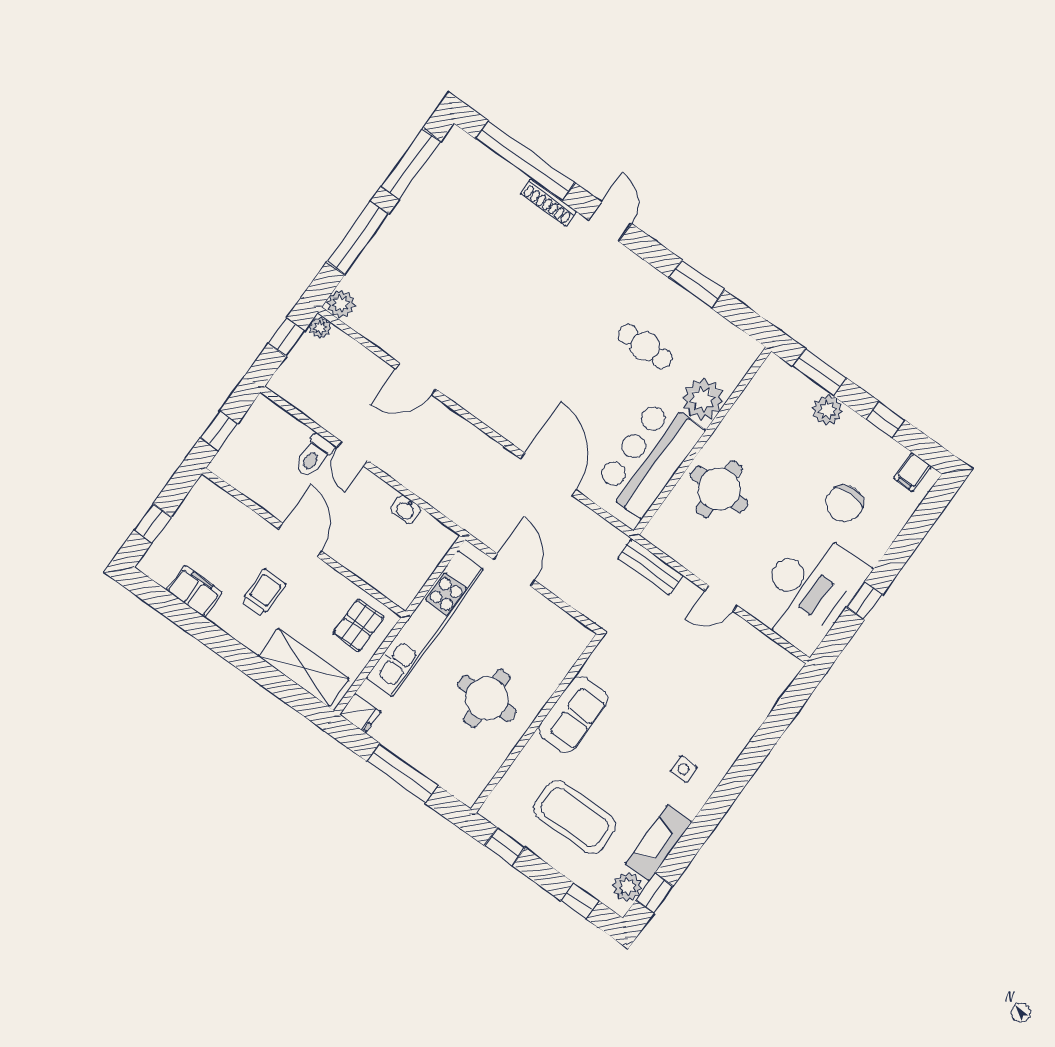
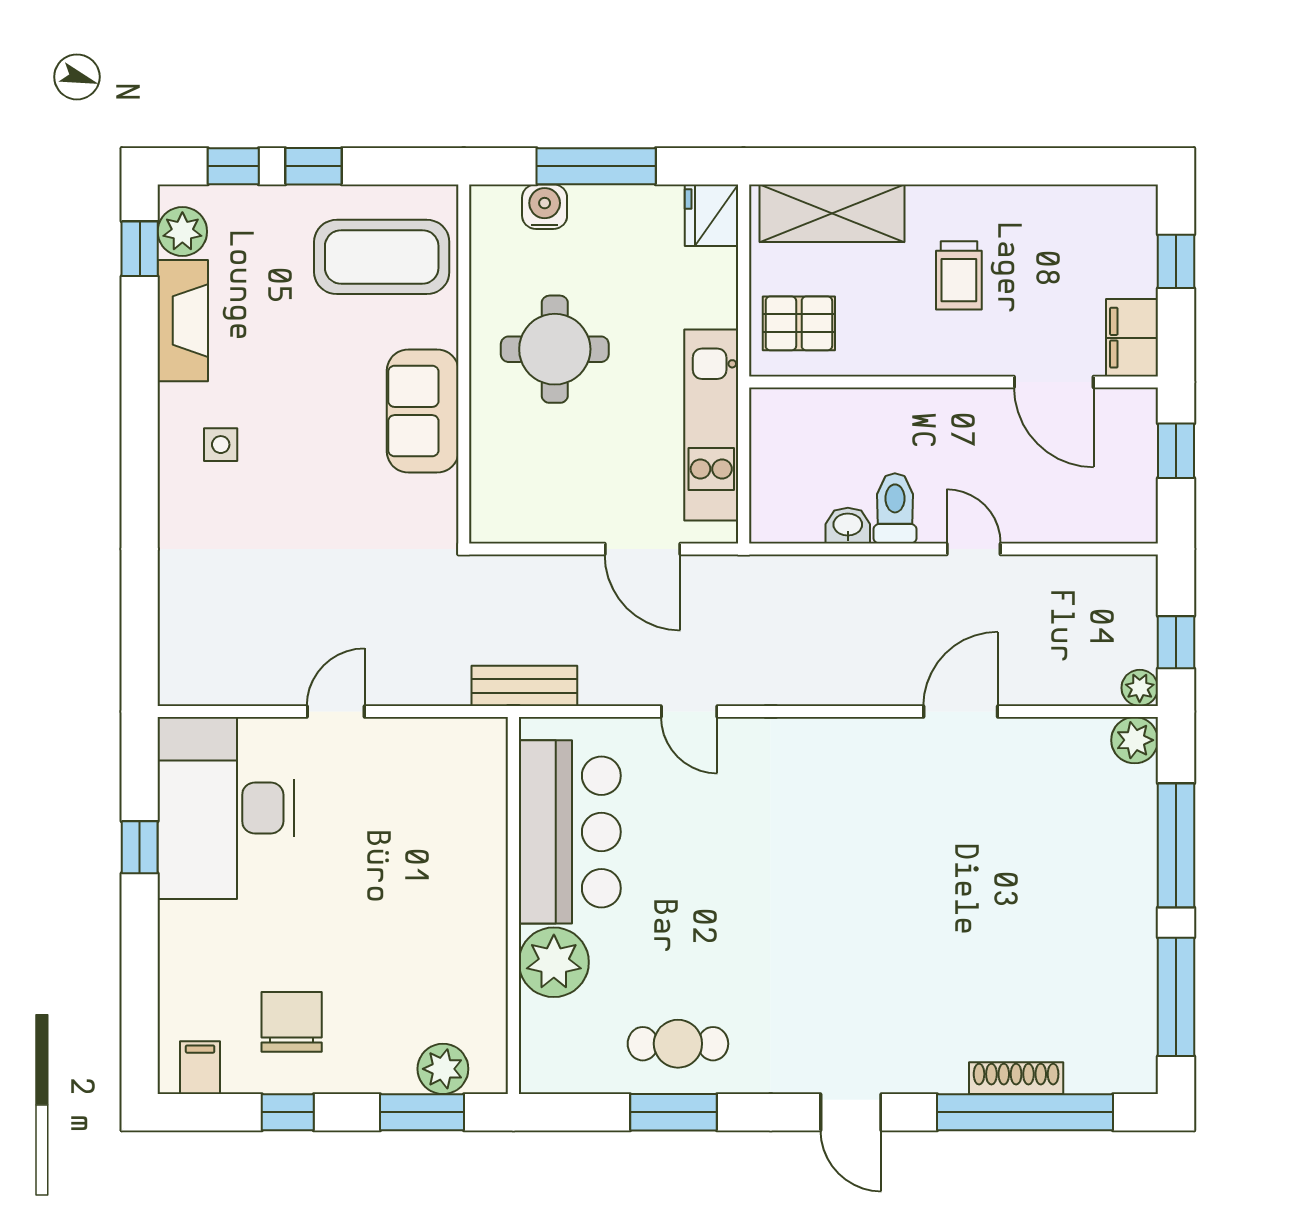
shoe rack: (548, 203) -> (1016, 1078), moved
cafe table: (645, 346) -> (678, 1044), moved
plant: (827, 410) -> (443, 1069), moved
toilet: (314, 456) -> (895, 508), moved
door: (548, 474) -> (689, 711), width x0.53
round table: (719, 489) -> (444, 857), removed
chair: (844, 503) -> (292, 1022), moved
door: (300, 540) -> (1054, 382), moved
bench: (650, 567) -> (524, 686), moved
filing cabinet: (194, 591) -> (1132, 338), moved, turned 90
kitchen unit: (425, 623) -> (711, 425), width x0.73
pallet: (359, 625) -> (799, 323), turned 90
fridge: (360, 713) -> (712, 215), width x1.38
water cooler: (442, 772) -> (545, 207), added
coffee table: (575, 817) -> (382, 257), moved
window: (505, 847) -> (314, 166), moved

